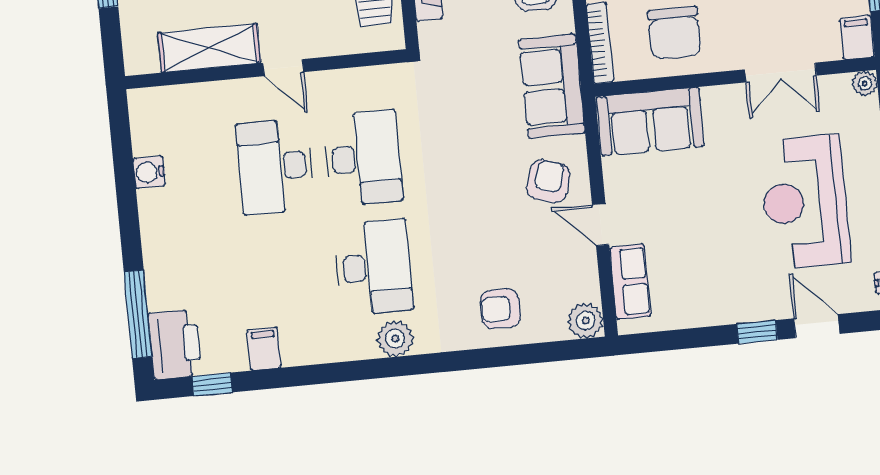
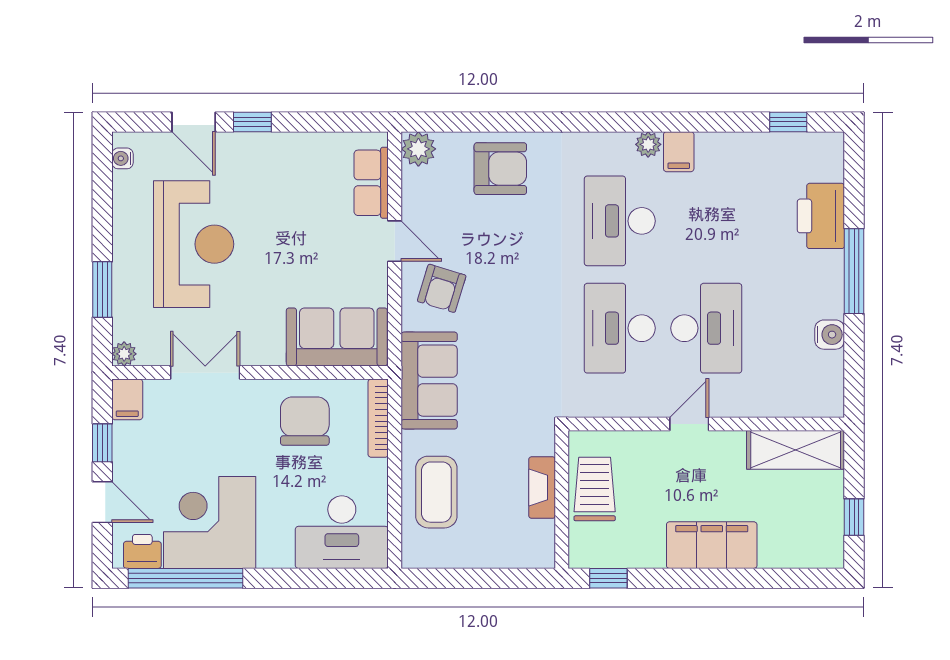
shelving: (209, 48) -> (796, 450), moved
door: (283, 68) -> (689, 424), hinge flipped
armchair: (500, 309) -> (500, 169), width x1.38, depth x1.38
window: (138, 314) -> (854, 271), moved
plant: (395, 339) -> (648, 144), moved, width x0.73, depth x0.73
printer: (175, 344) -> (821, 216), moved
filing cabinet: (264, 349) -> (679, 152), moved

